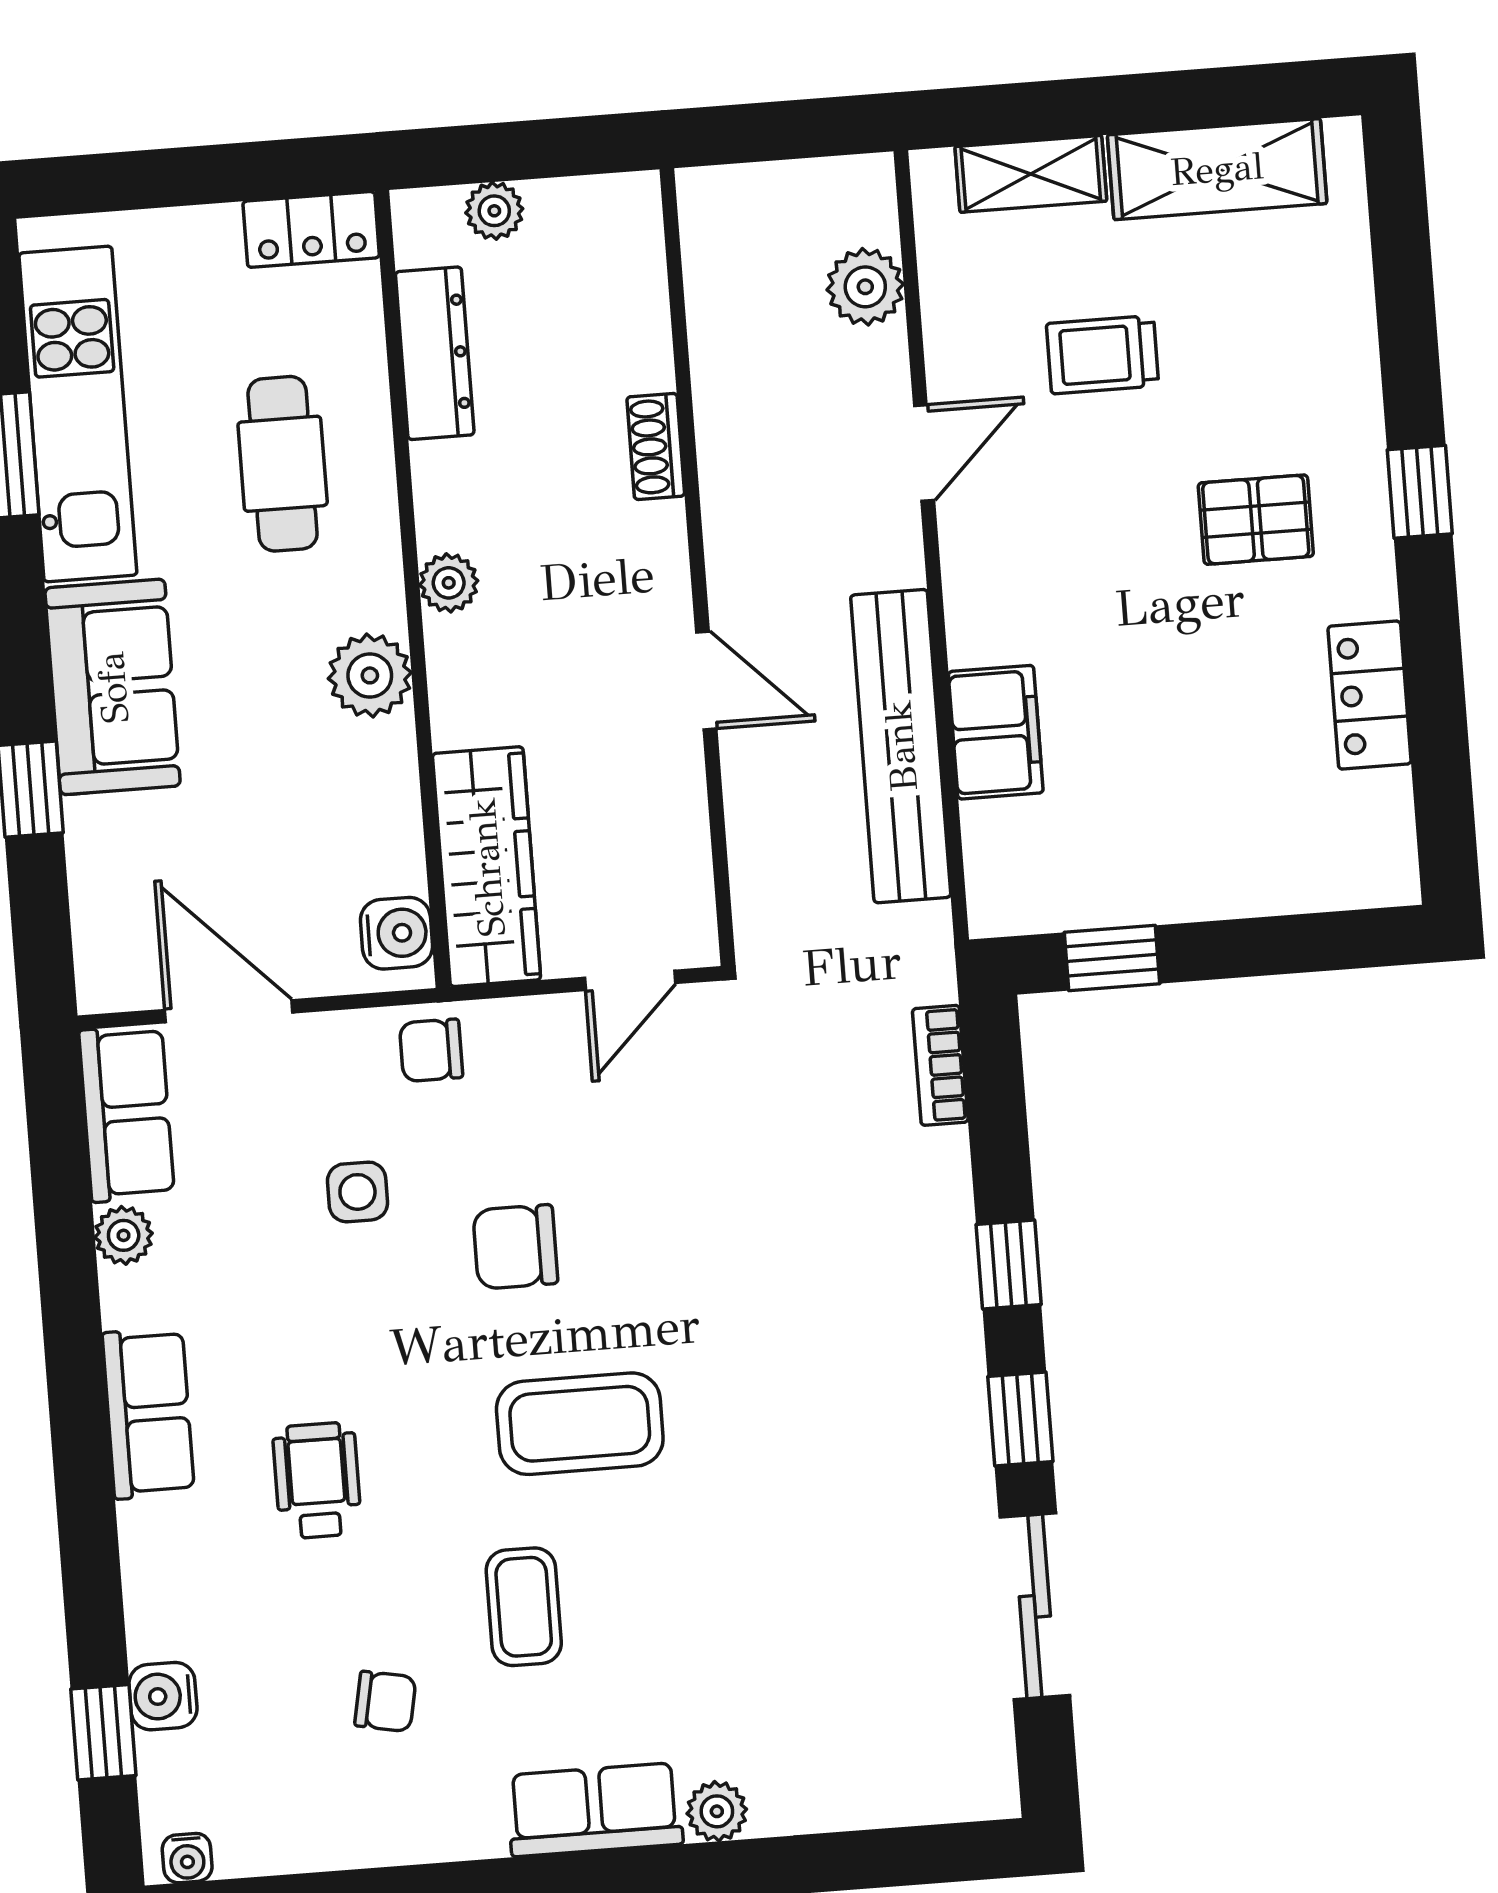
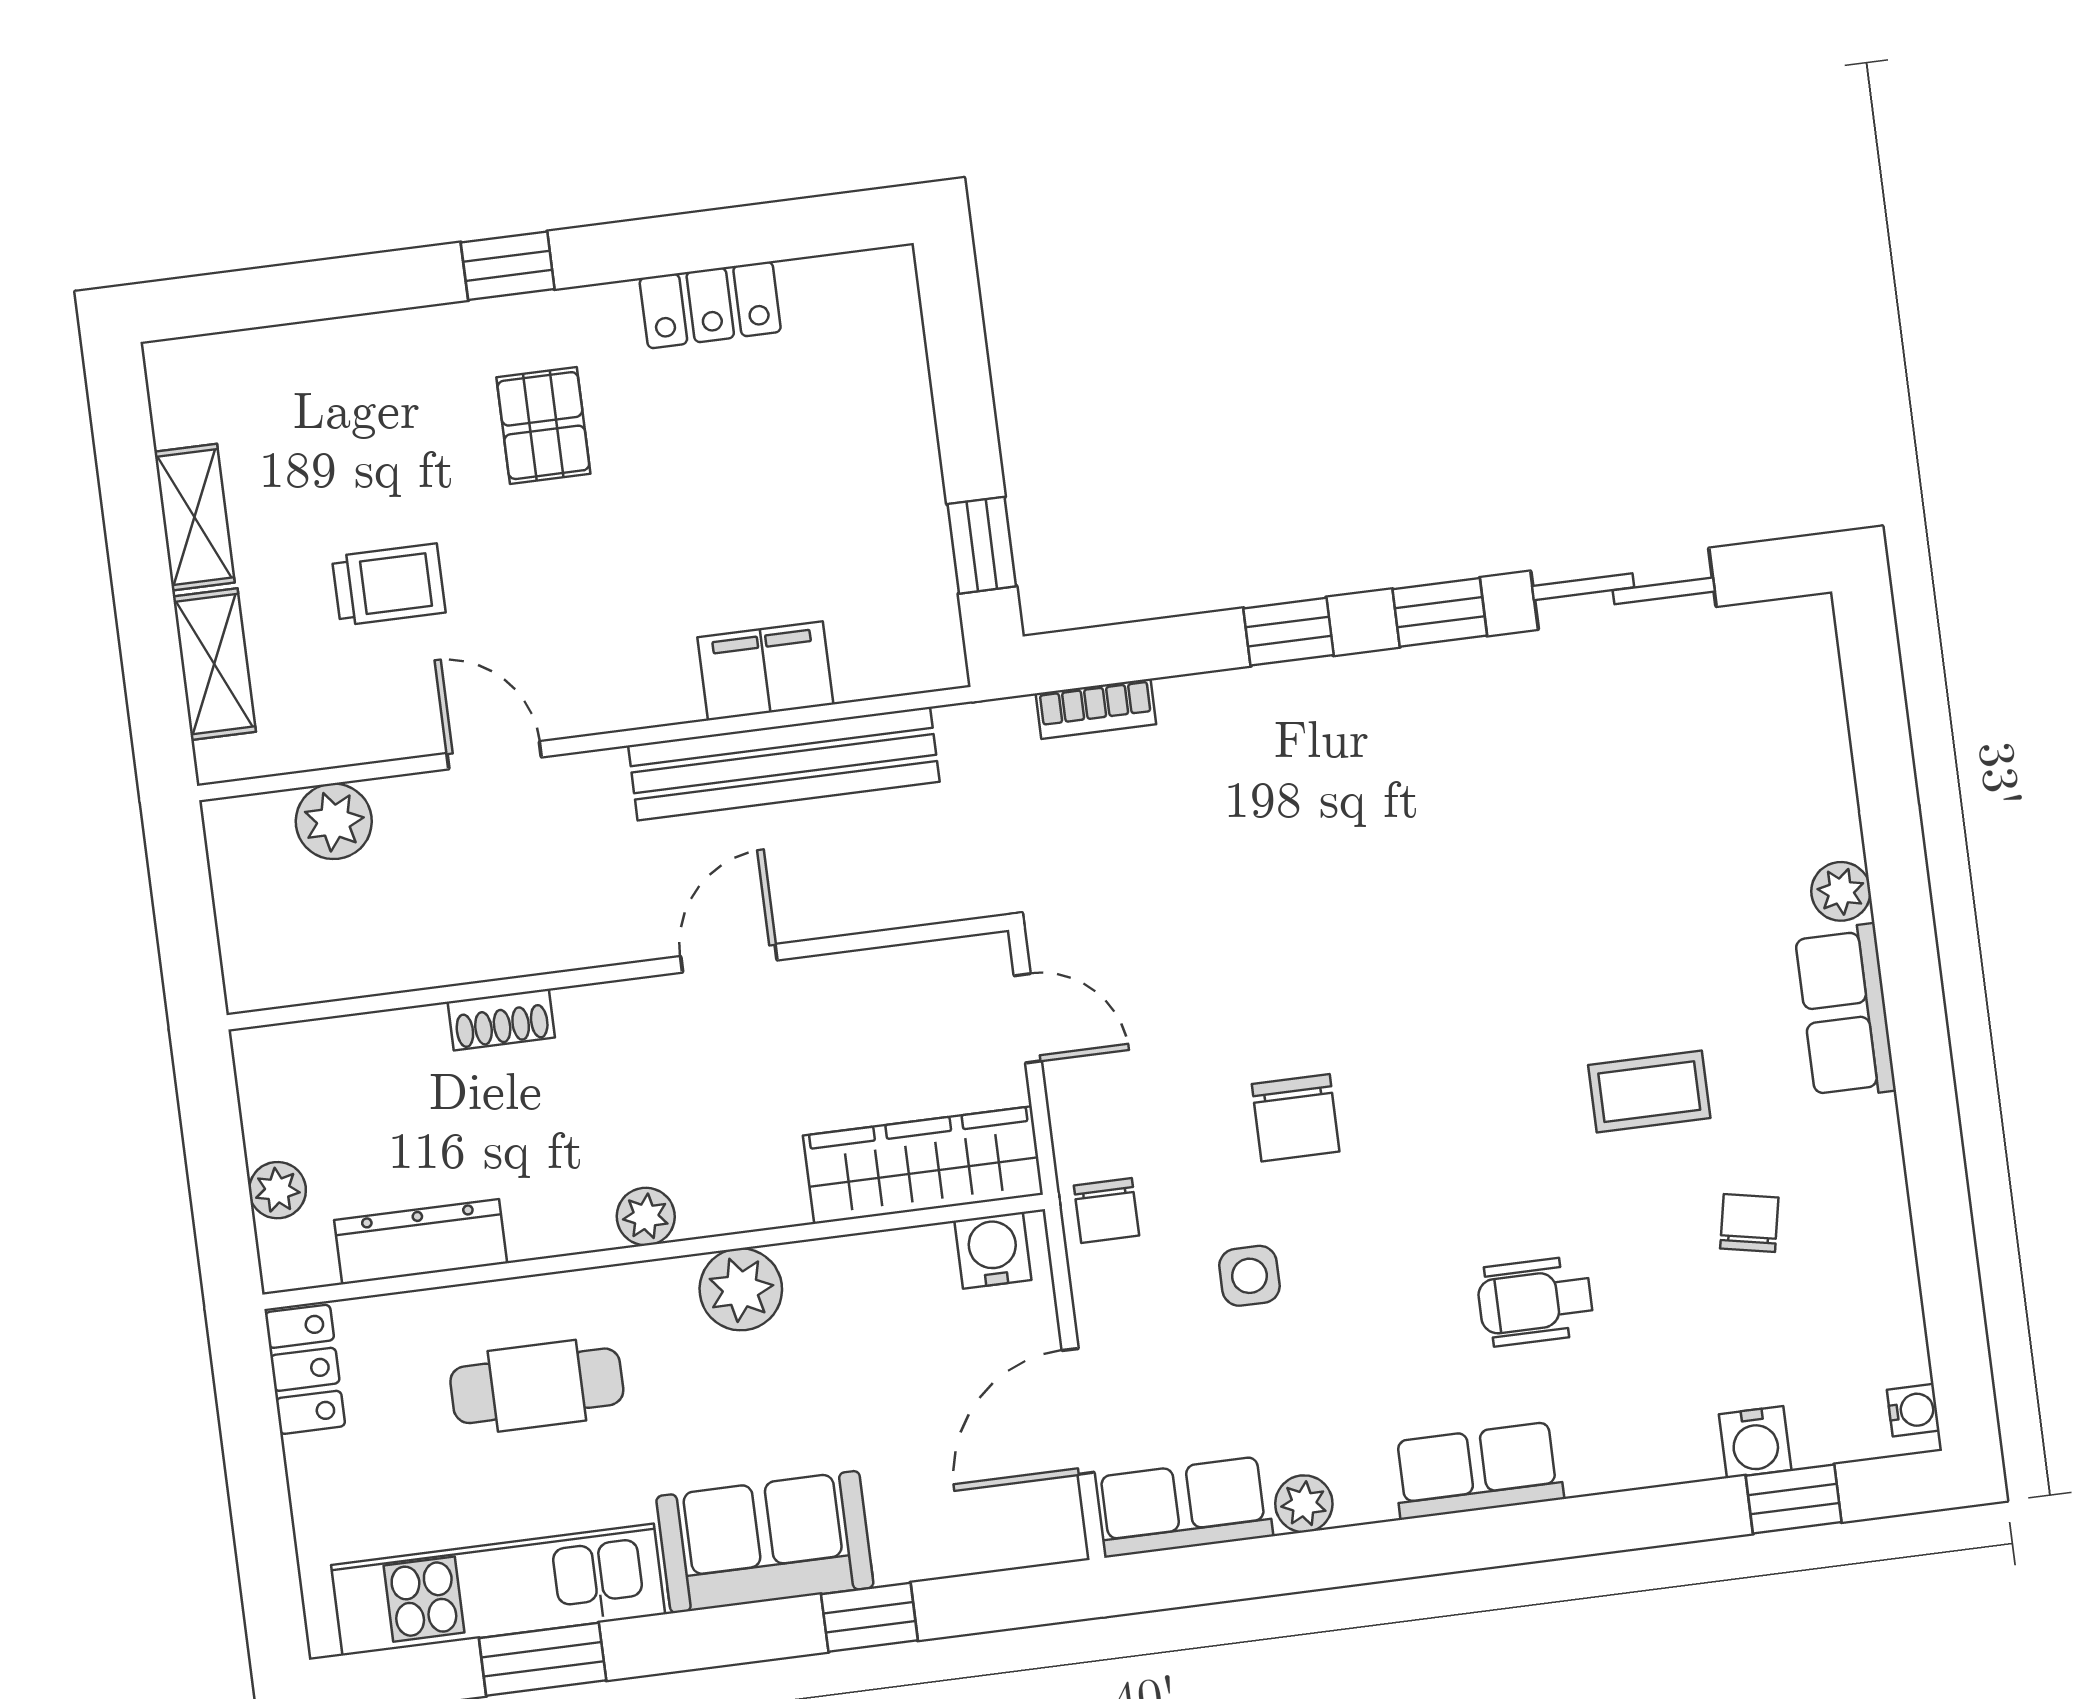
shelving: (1217, 169) -> (194, 517), width x0.67, depth x0.75
trolley: (1102, 355) -> (389, 585), turned -90
coffee table: (580, 1424) -> (1466, 1046), removed

